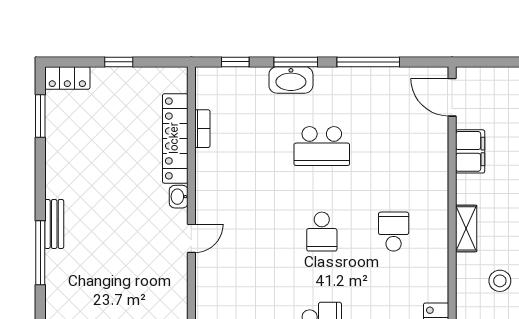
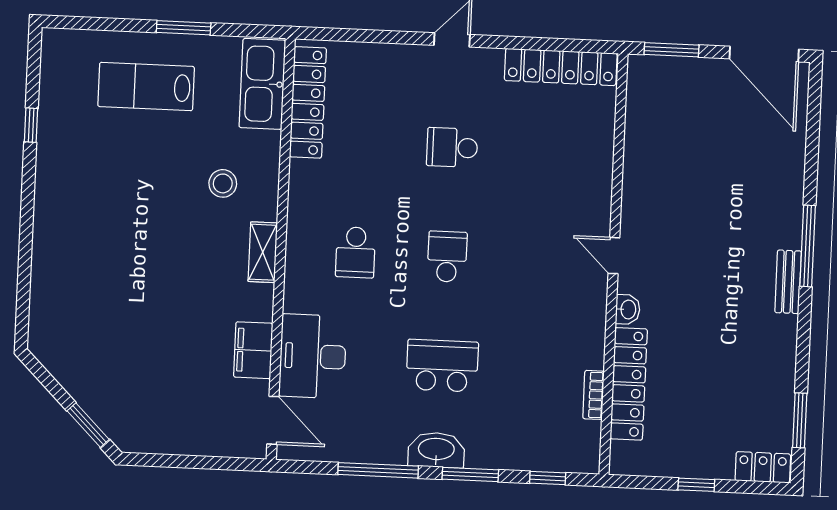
washbasin: (291, 80) -> (436, 450), moved
desk: (423, 149) -> (313, 356), added
door: (191, 238) -> (614, 256), hinge flipped

